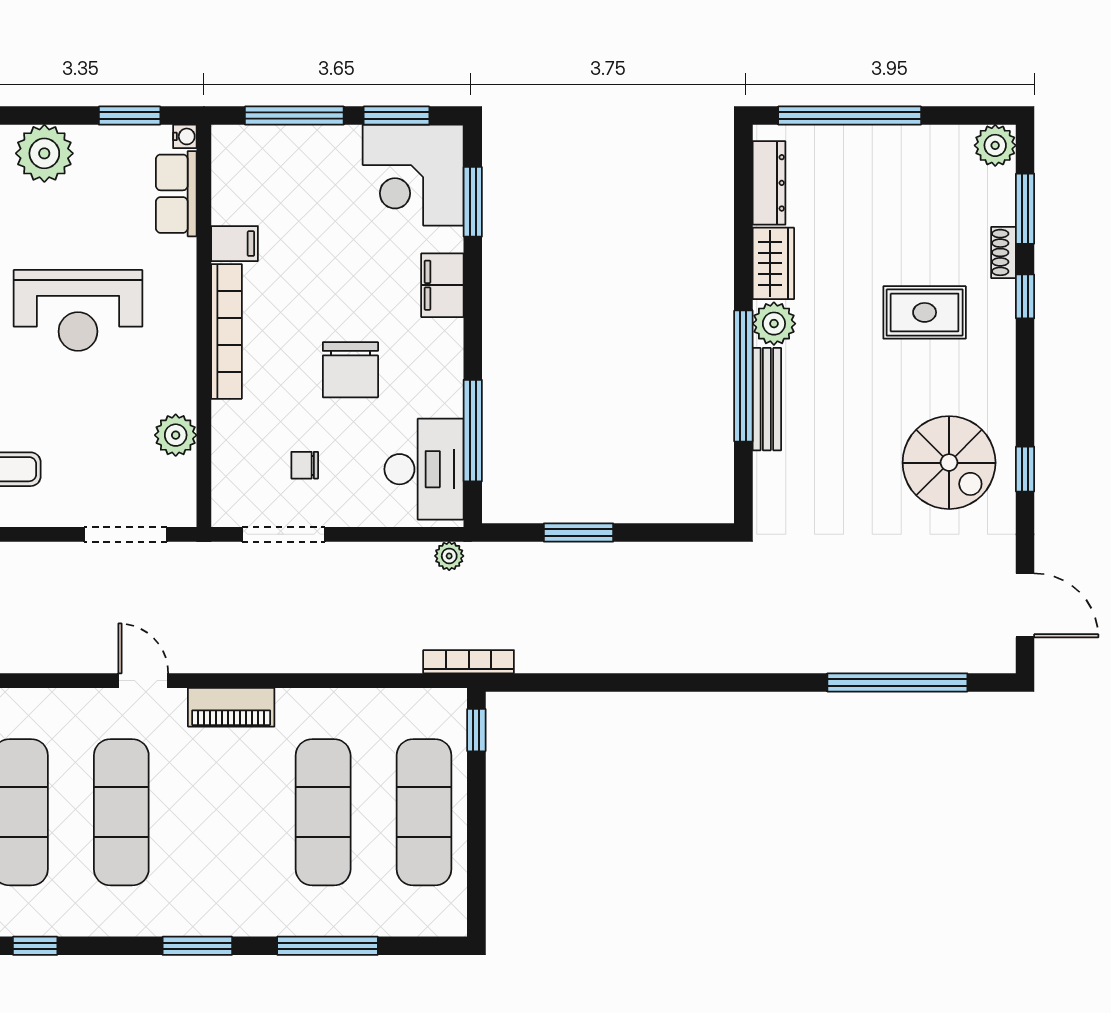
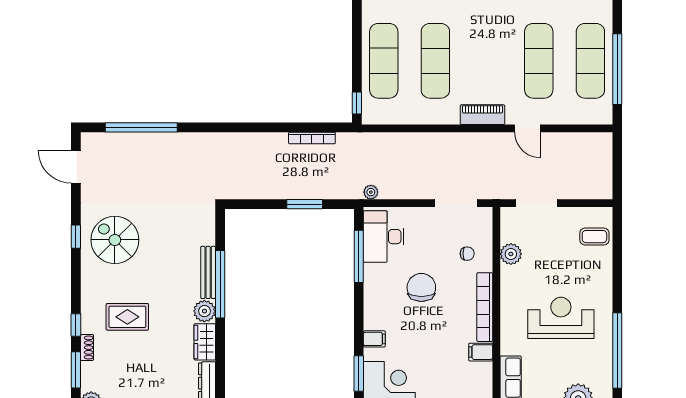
filing cabinet: (442, 285) -> (374, 339), width x0.50
chair: (305, 465) -> (467, 254), moved
bookcase: (469, 662) -> (312, 138), moved

